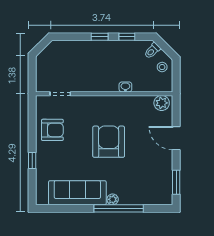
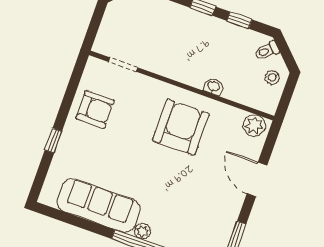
armchair: (109, 142) -> (181, 127), moved

